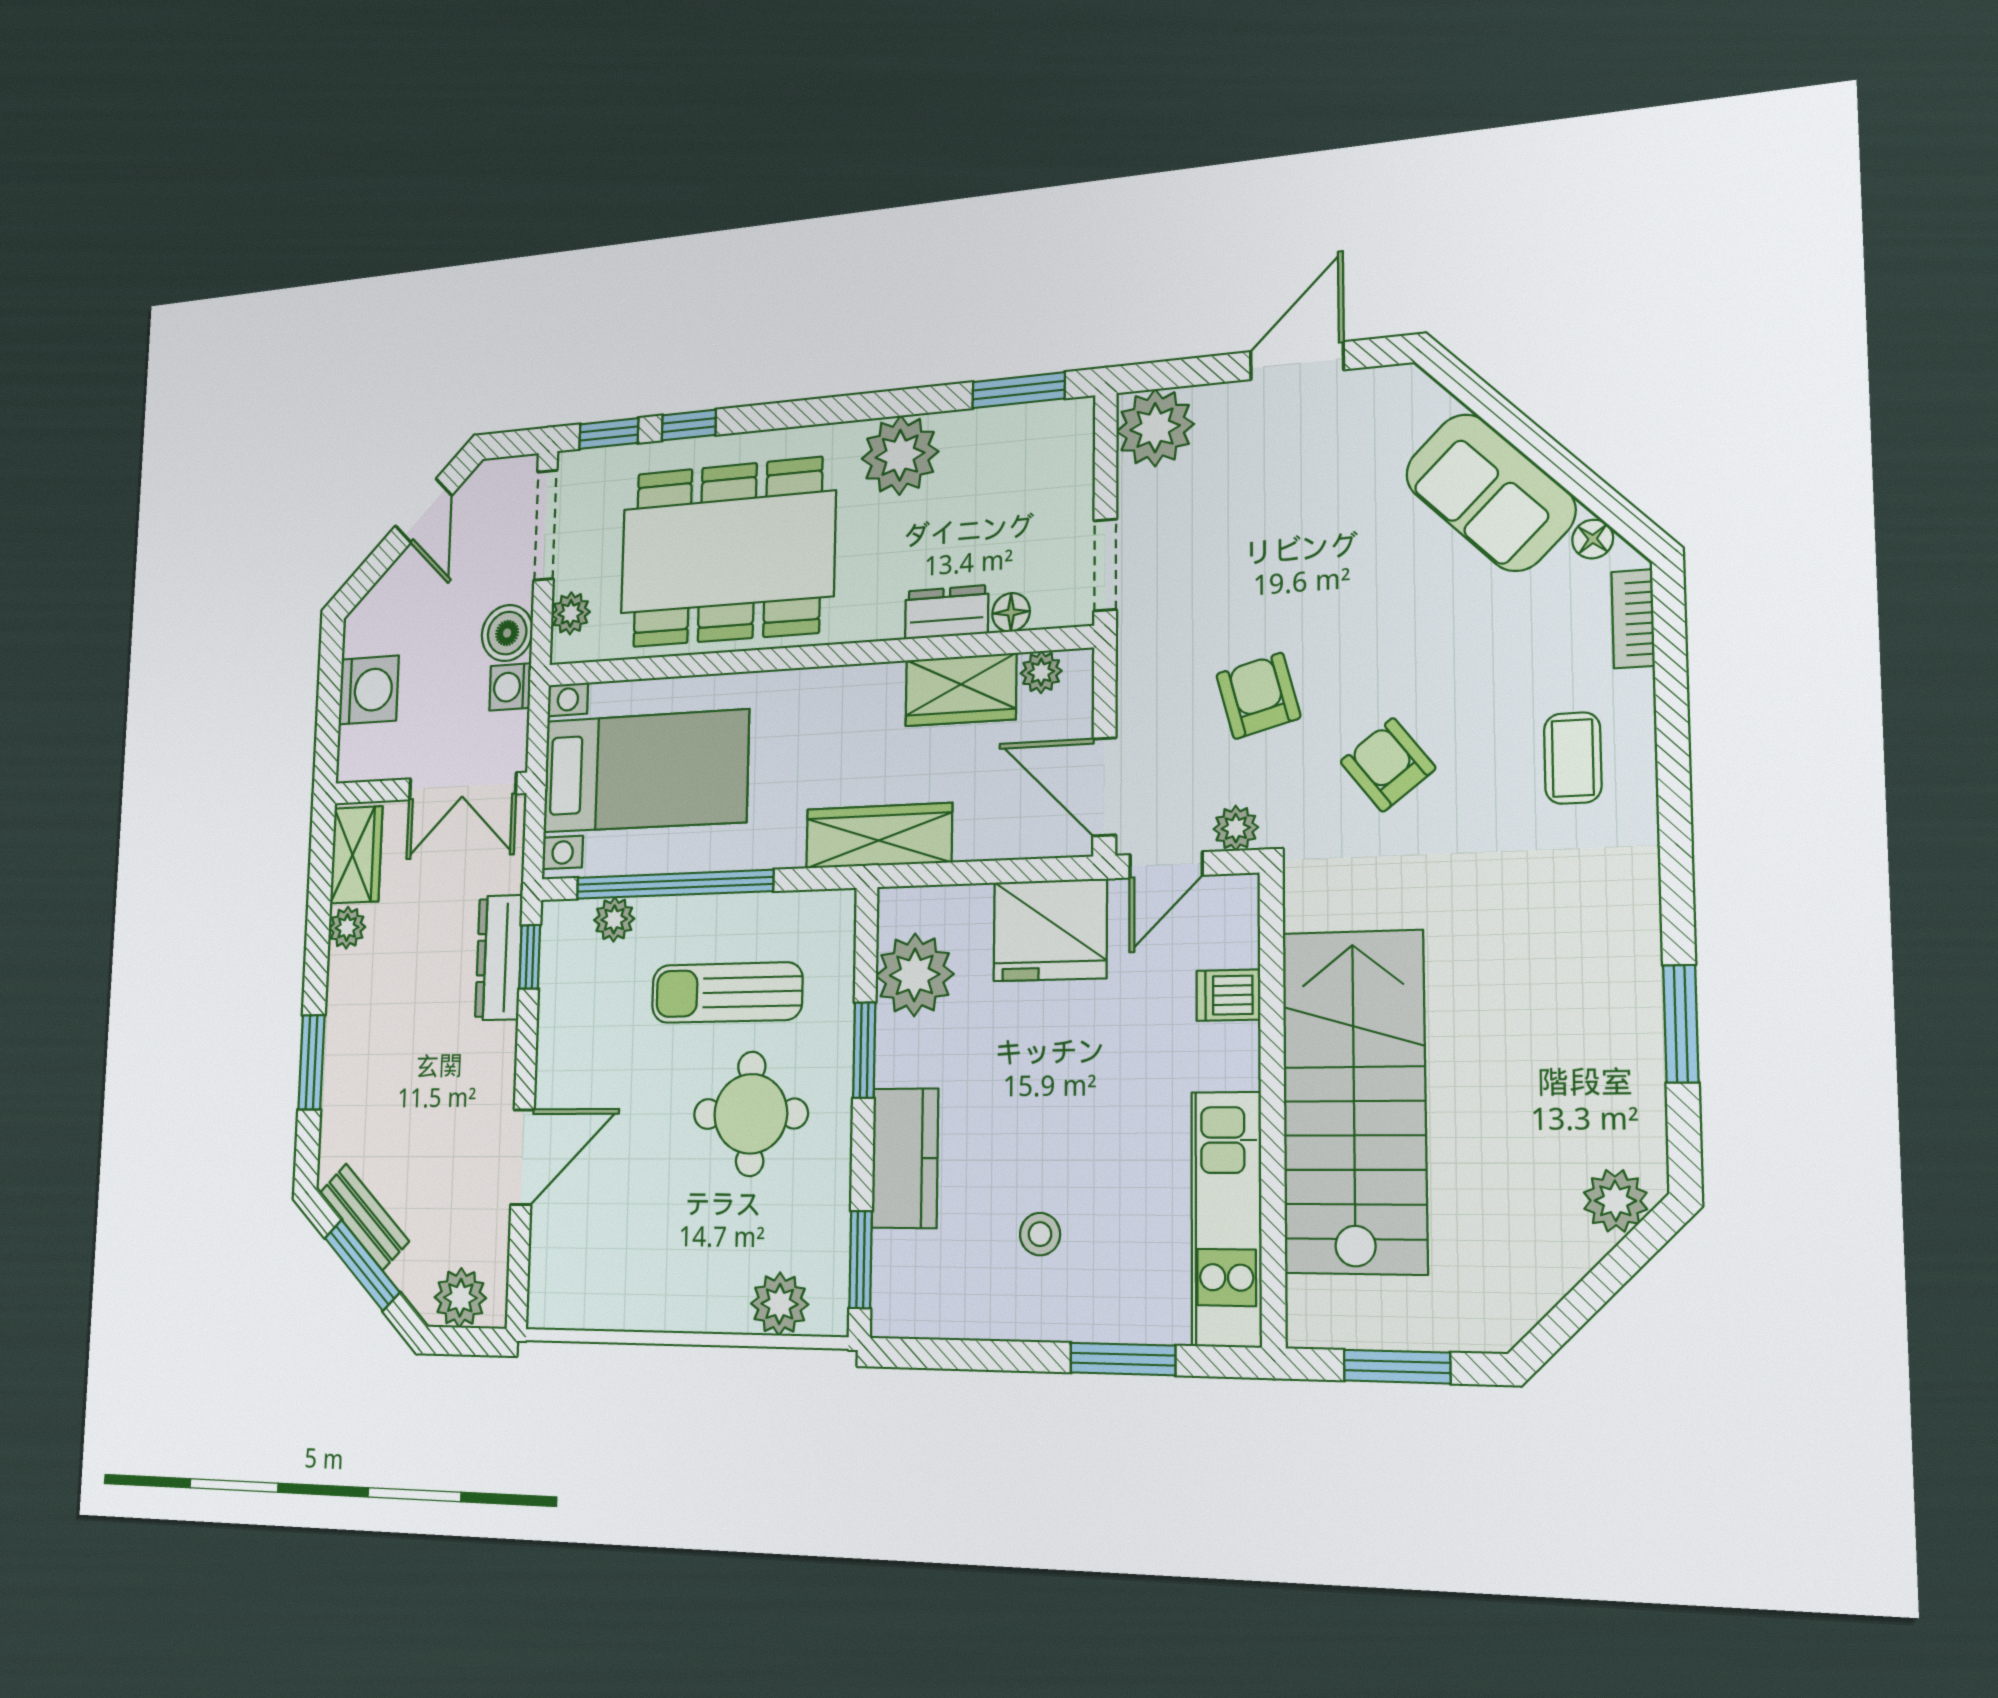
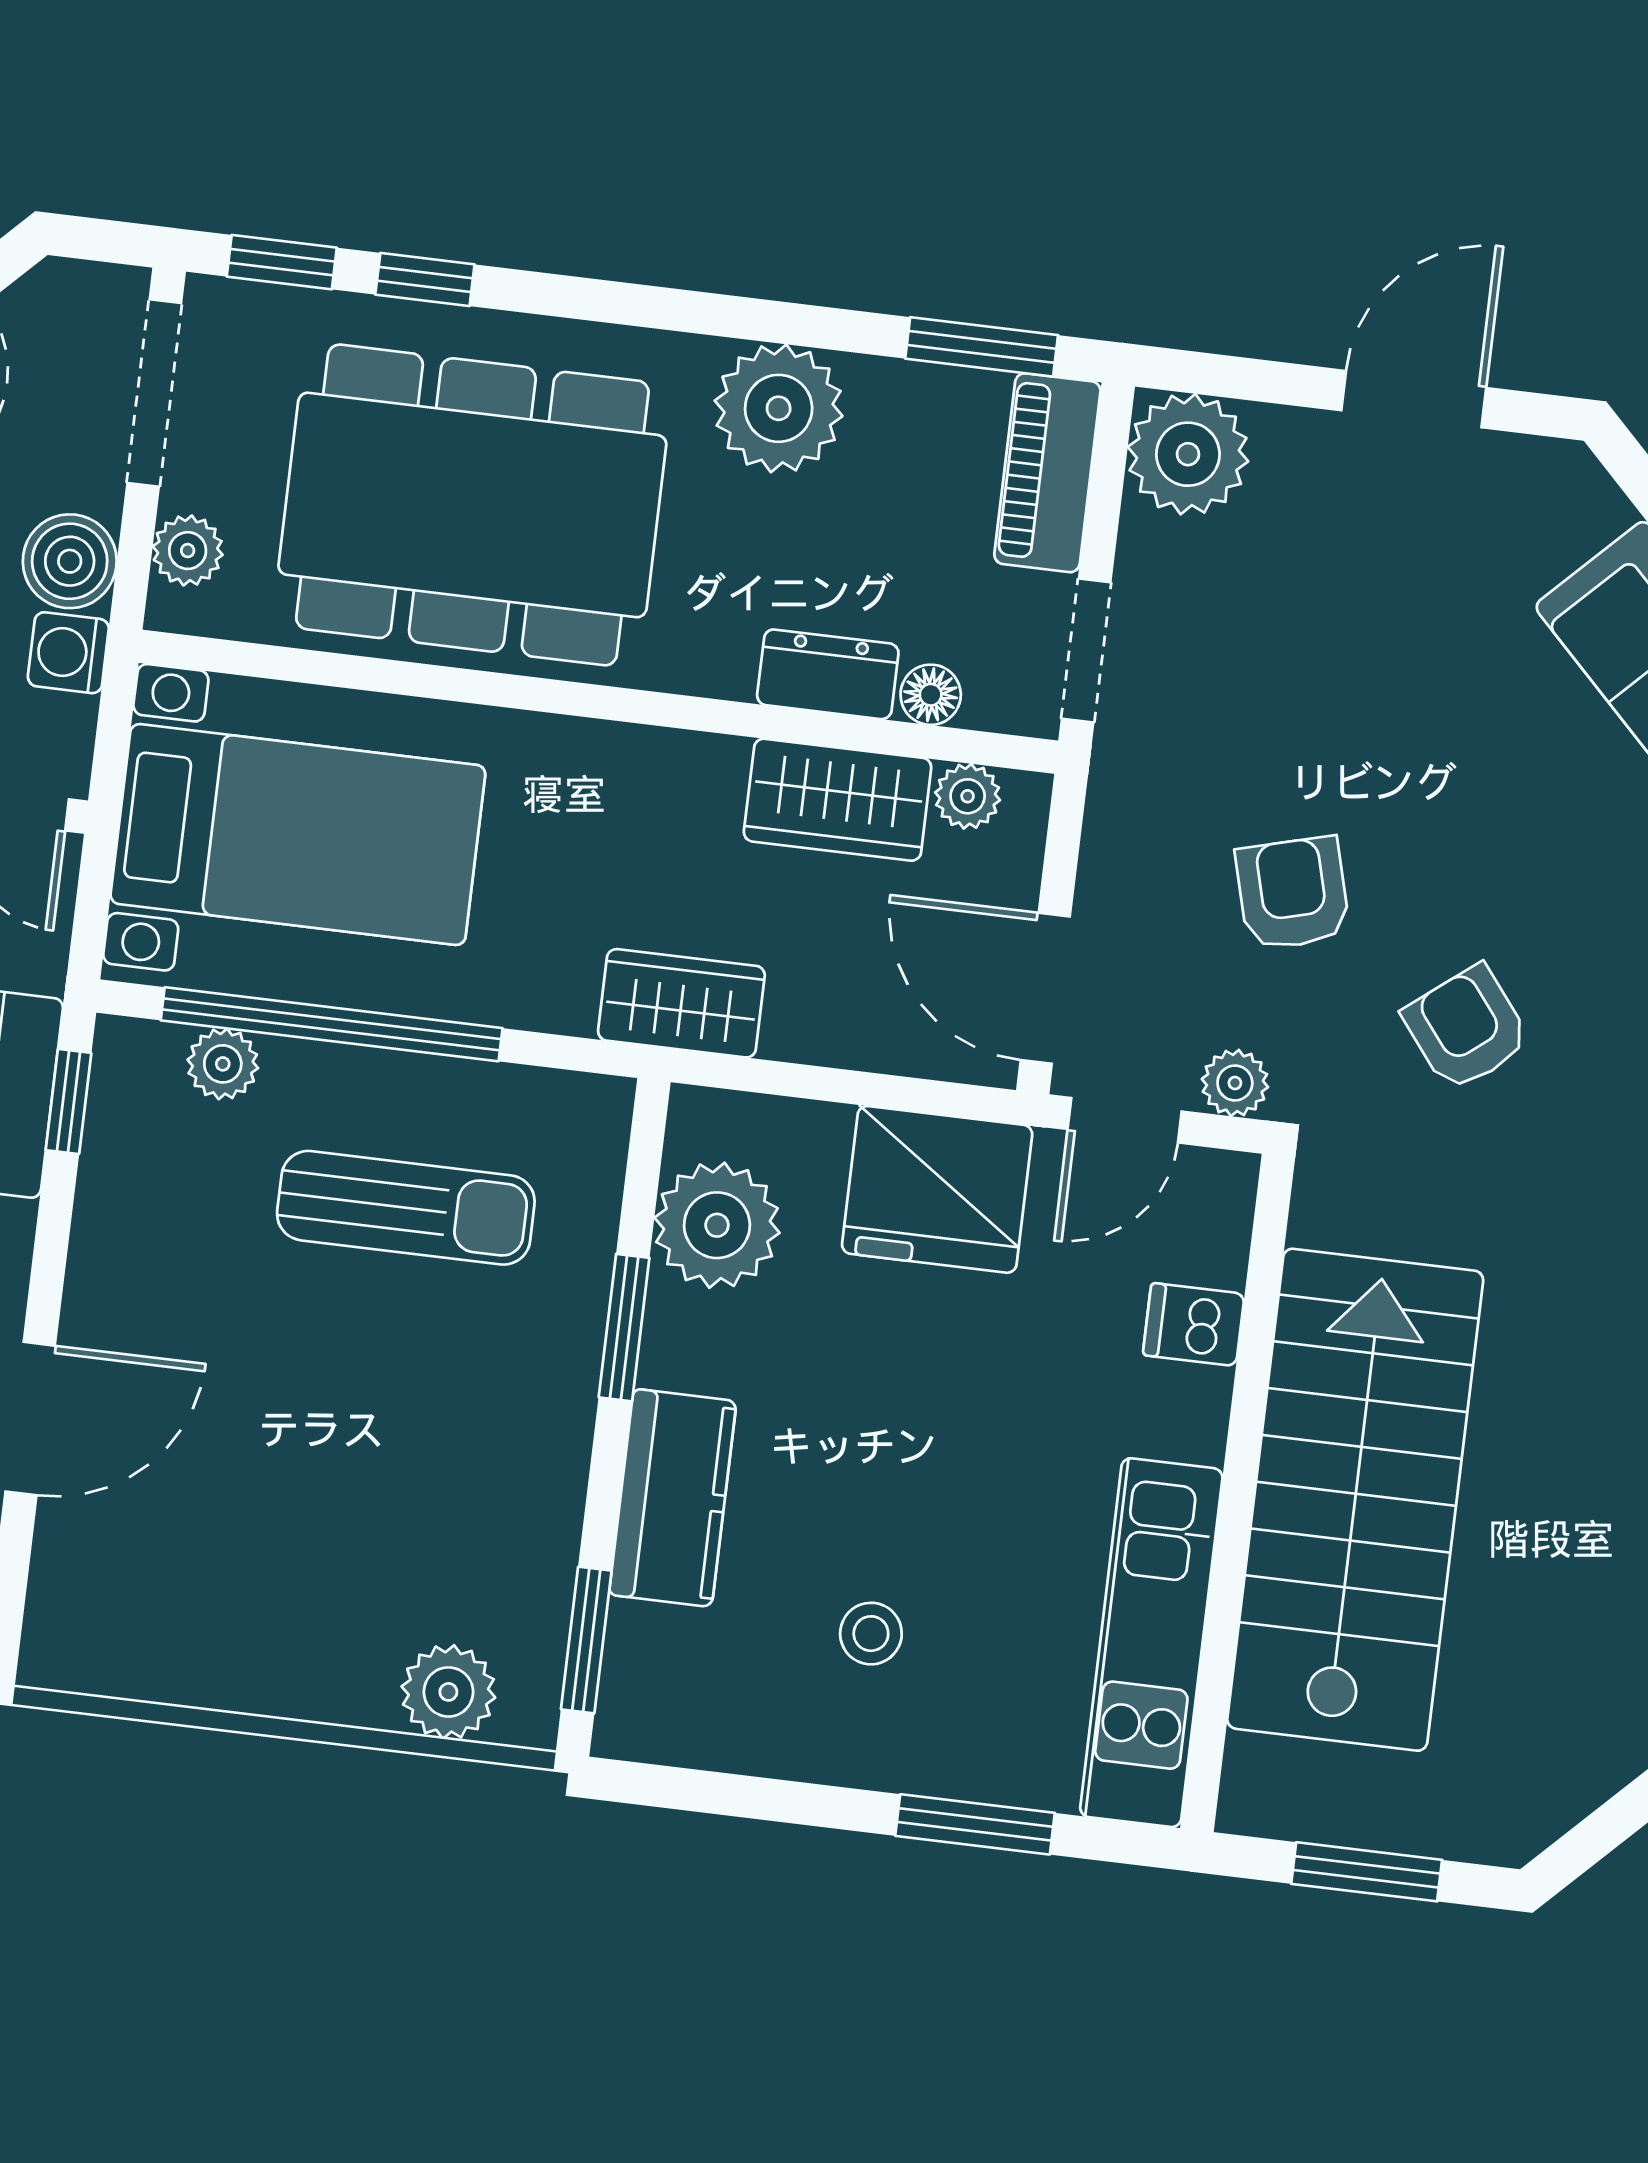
piano: (1068, 459) -> (1047, 473), added
wardrobe: (879, 836) -> (681, 1003), width x0.67
sun lounger: (727, 993) -> (406, 1208), turned 180
round table: (751, 1114) -> (428, 1400), removed

